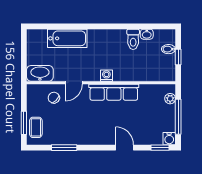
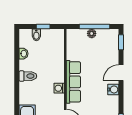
toilet: (133, 39) -> (28, 76), moved
plant: (170, 99) -> (92, 33), moved
water cooler: (169, 139) -> (113, 89), moved

